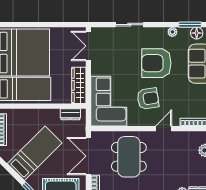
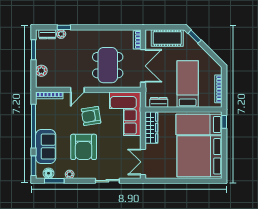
double door: (88, 46) -> (143, 162), swing flipped
armchair: (156, 63) -> (84, 147), turned 90
bed: (35, 153) -> (188, 84), moved, turned 135

